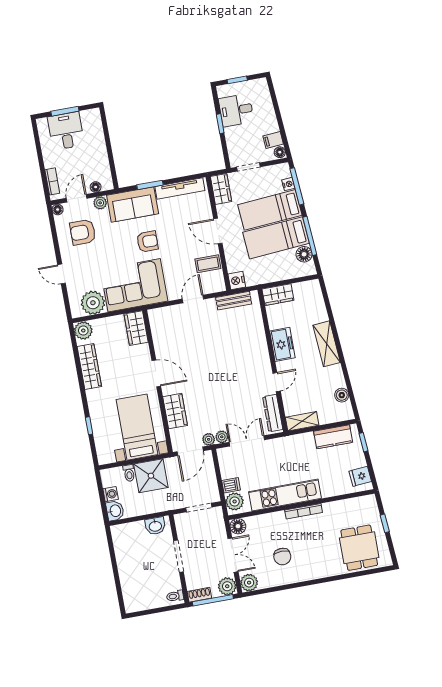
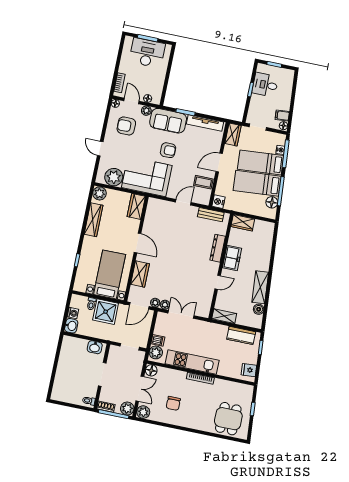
desk: (66, 131) -> (147, 53), width x1.37
door: (77, 198) -> (131, 101), hinge flipped
door: (218, 231) -> (219, 163), hinge flipped
shelving: (327, 344) -> (260, 287), moved
dresser: (273, 413) -> (218, 248), moved

